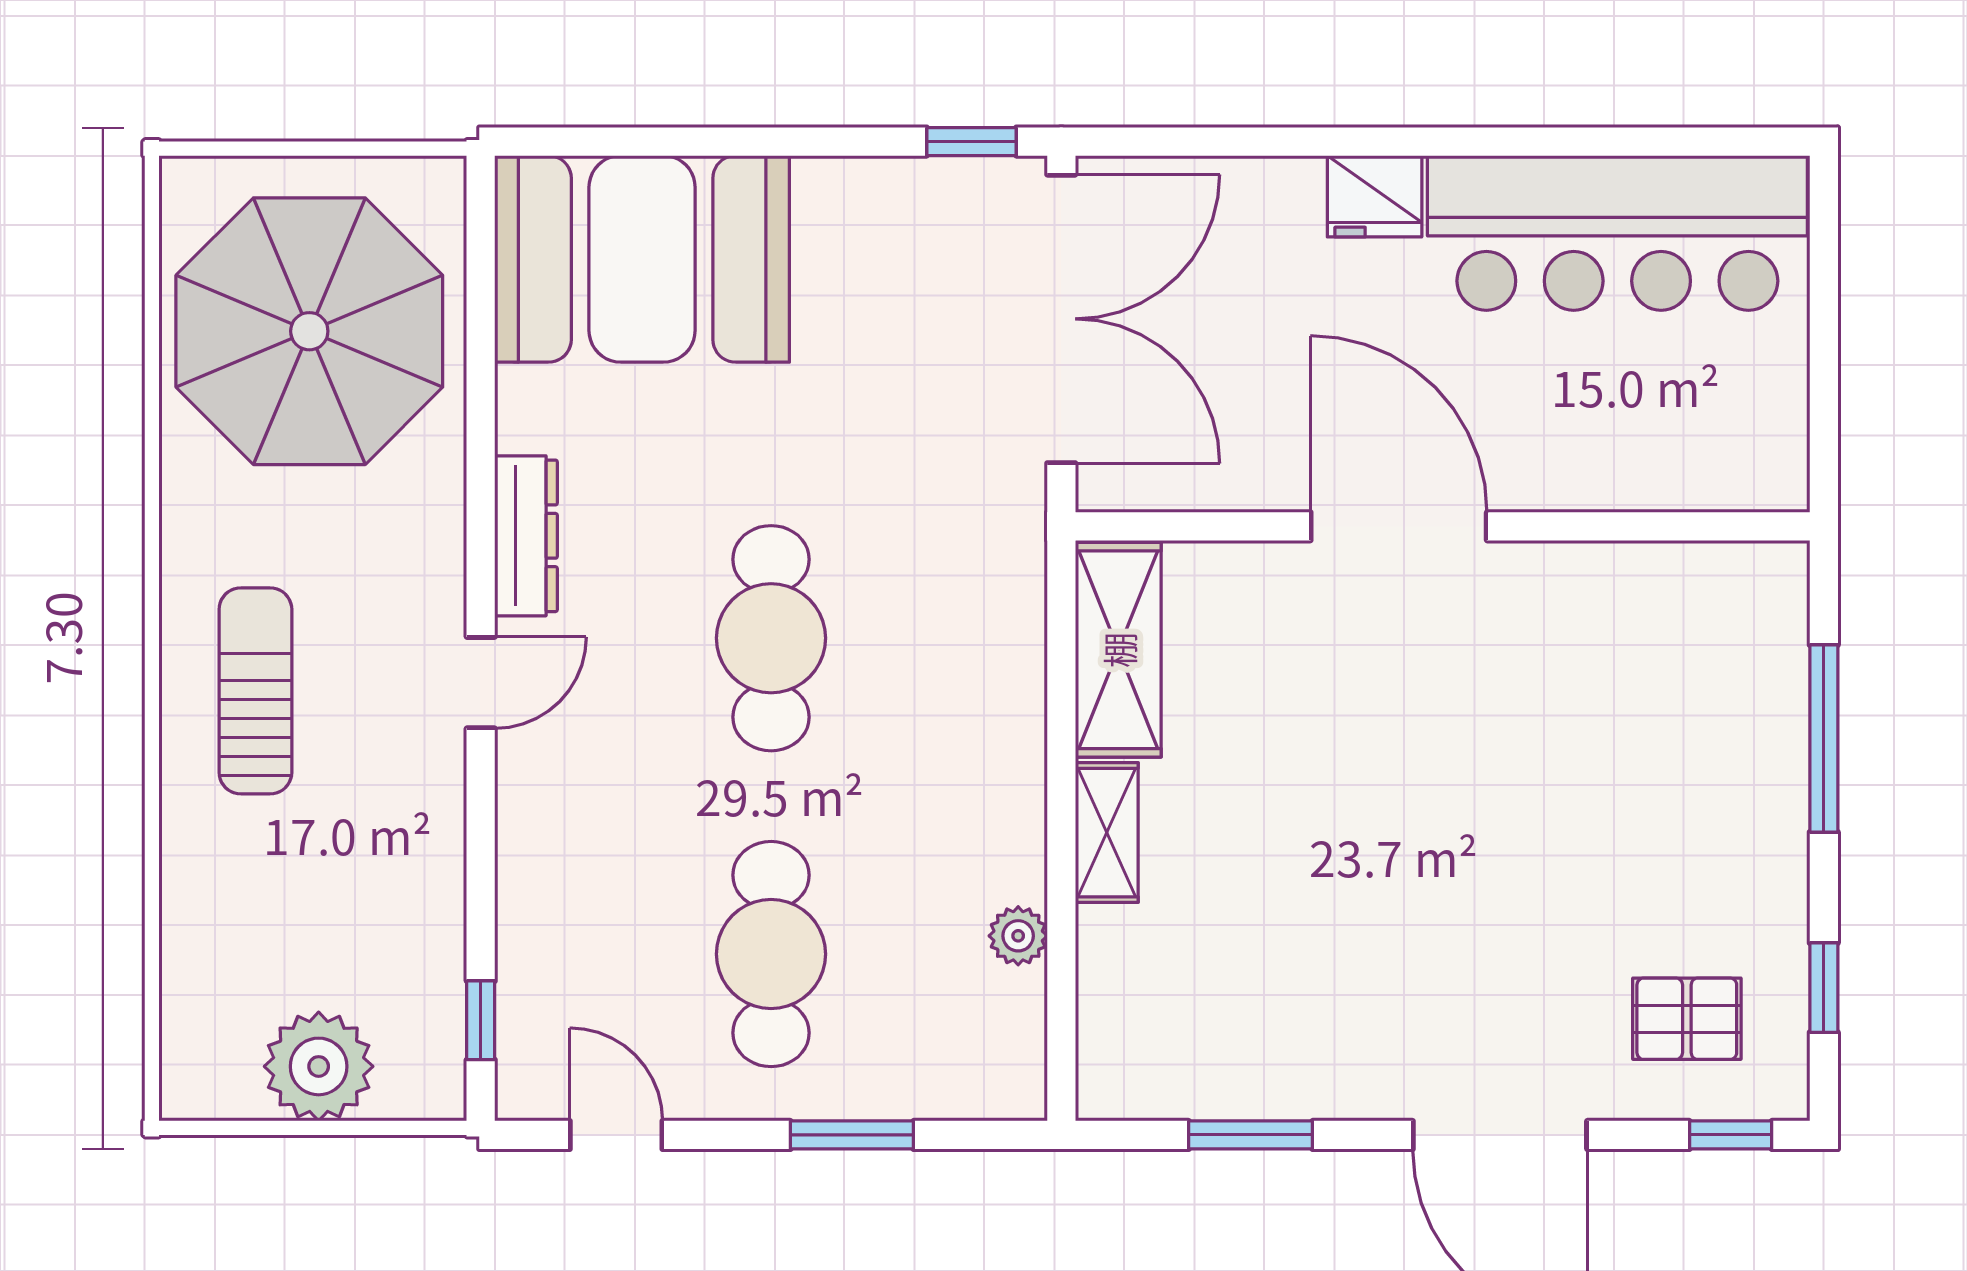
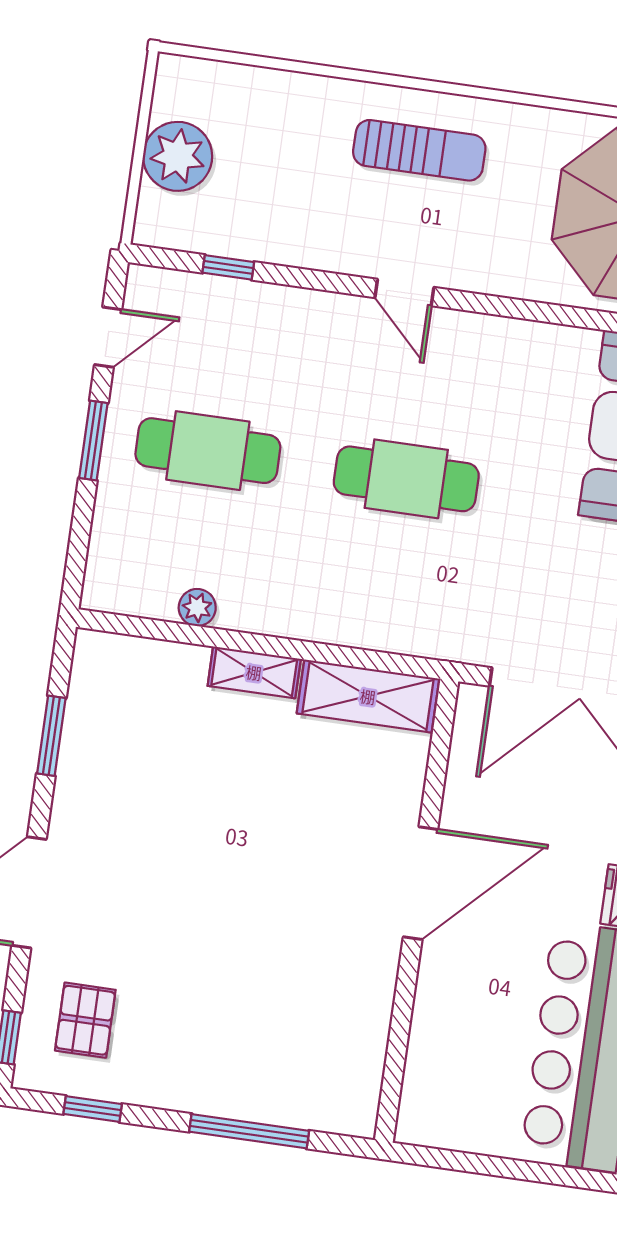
dresser: (526, 536) -> (492, 334), removed
window: (481, 1020) -> (228, 267), moved
window: (852, 1135) -> (93, 440), moved

